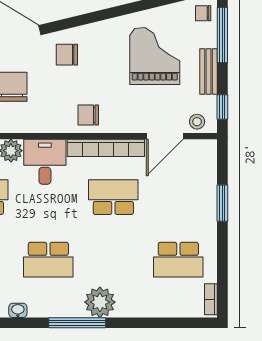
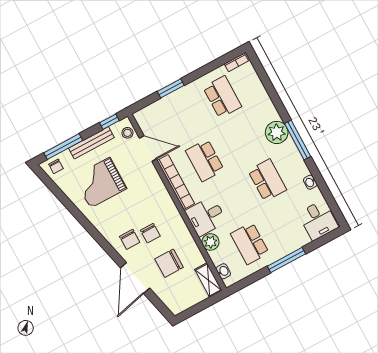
bench: (209, 71) -> (91, 143), width x1.36
chair: (88, 115) -> (150, 233), moved

